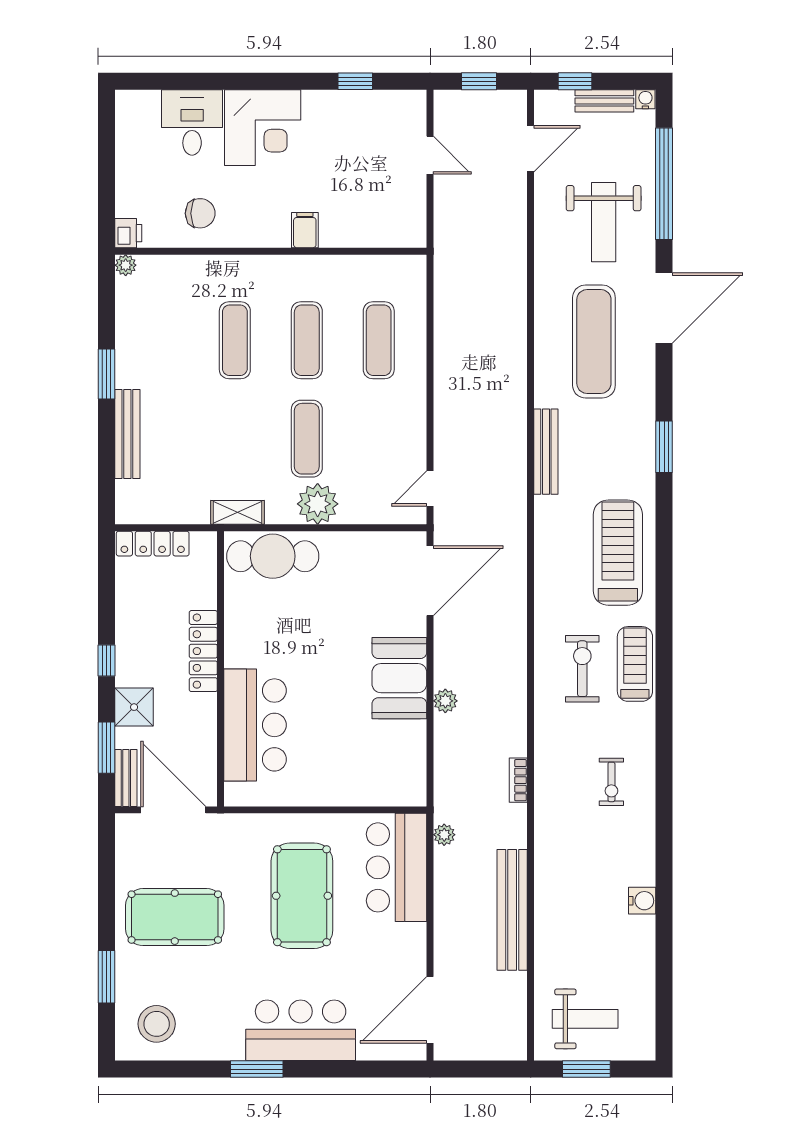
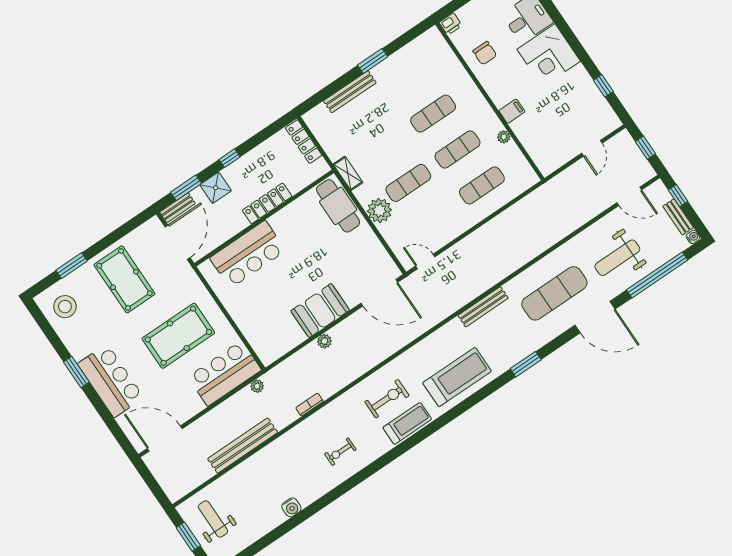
plant: (126, 265) -> (504, 137), moved
weight bench: (585, 1019) -> (213, 519), turned 180

